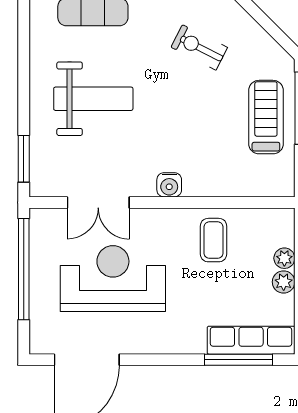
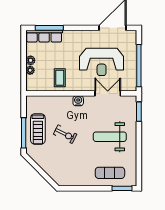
exercise bike: (199, 47) -> (65, 134), moved

